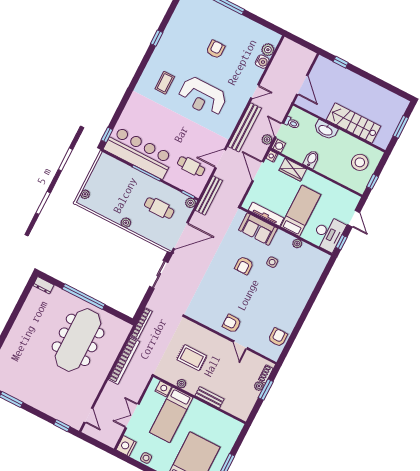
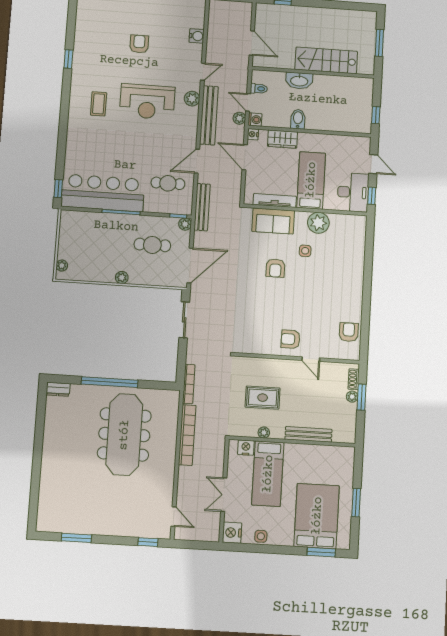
plant: (268, 50) -> (192, 99), moved
stool: (360, 162) -> (352, 100), removed
plant: (297, 244) -> (318, 223), width x1.88, depth x1.88
bench: (209, 397) -> (308, 434), width x1.36

